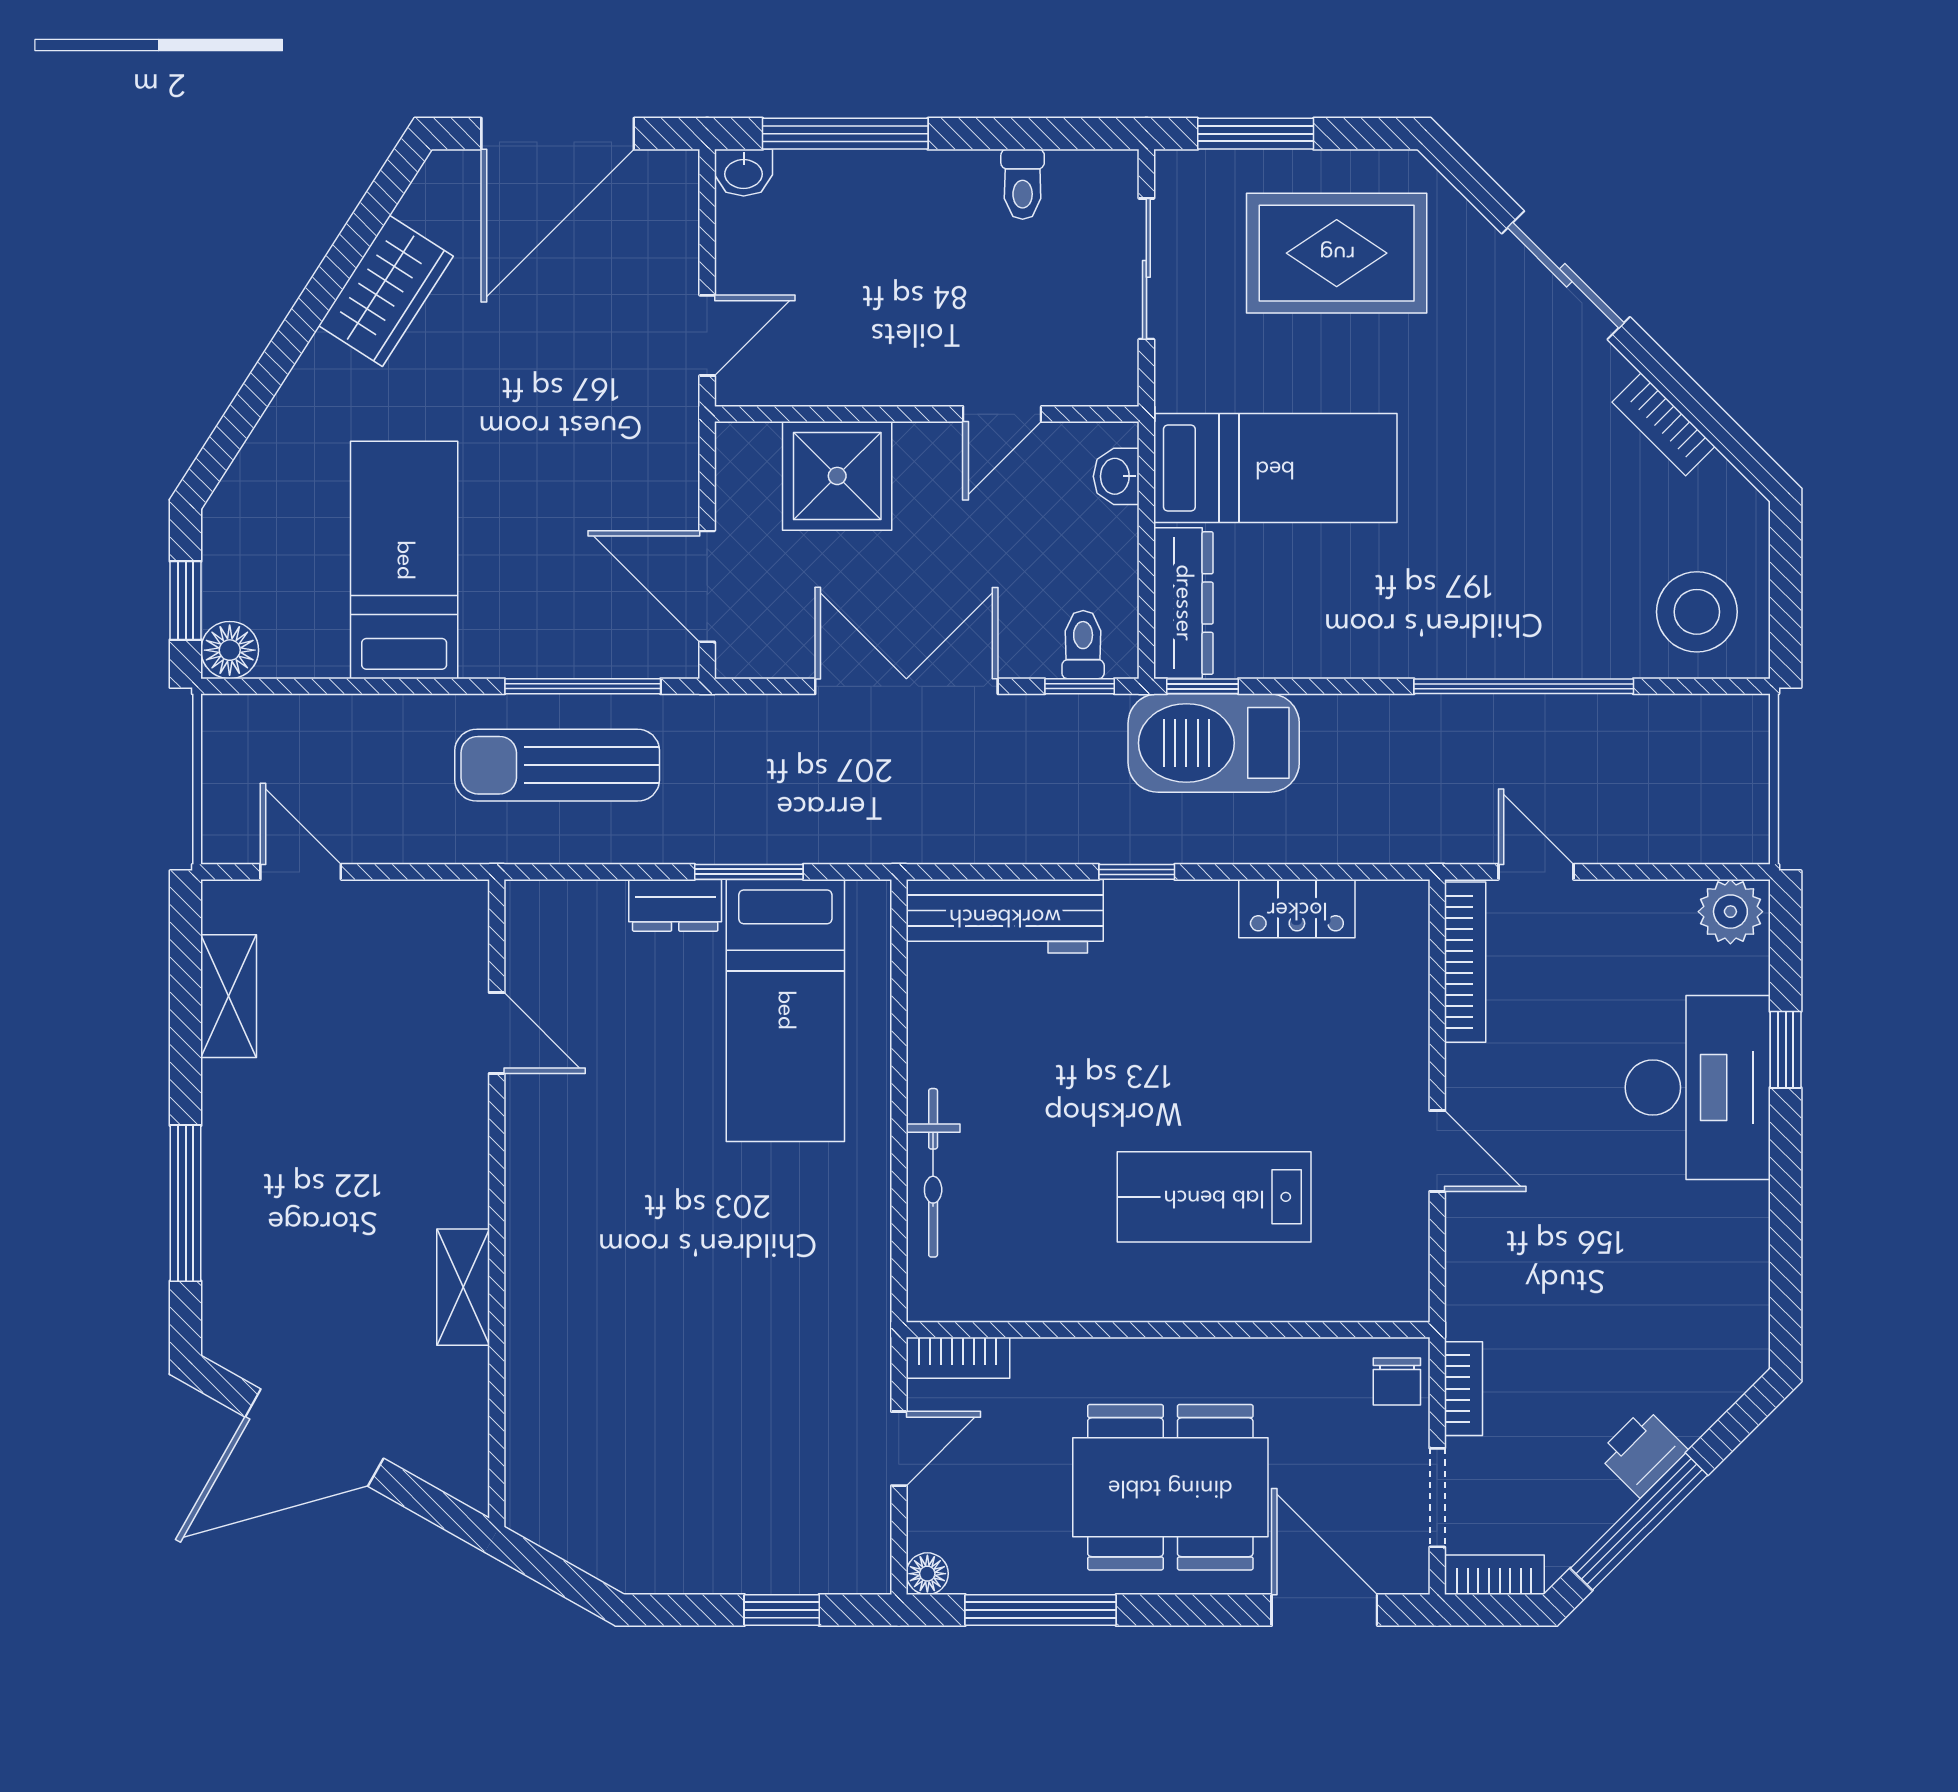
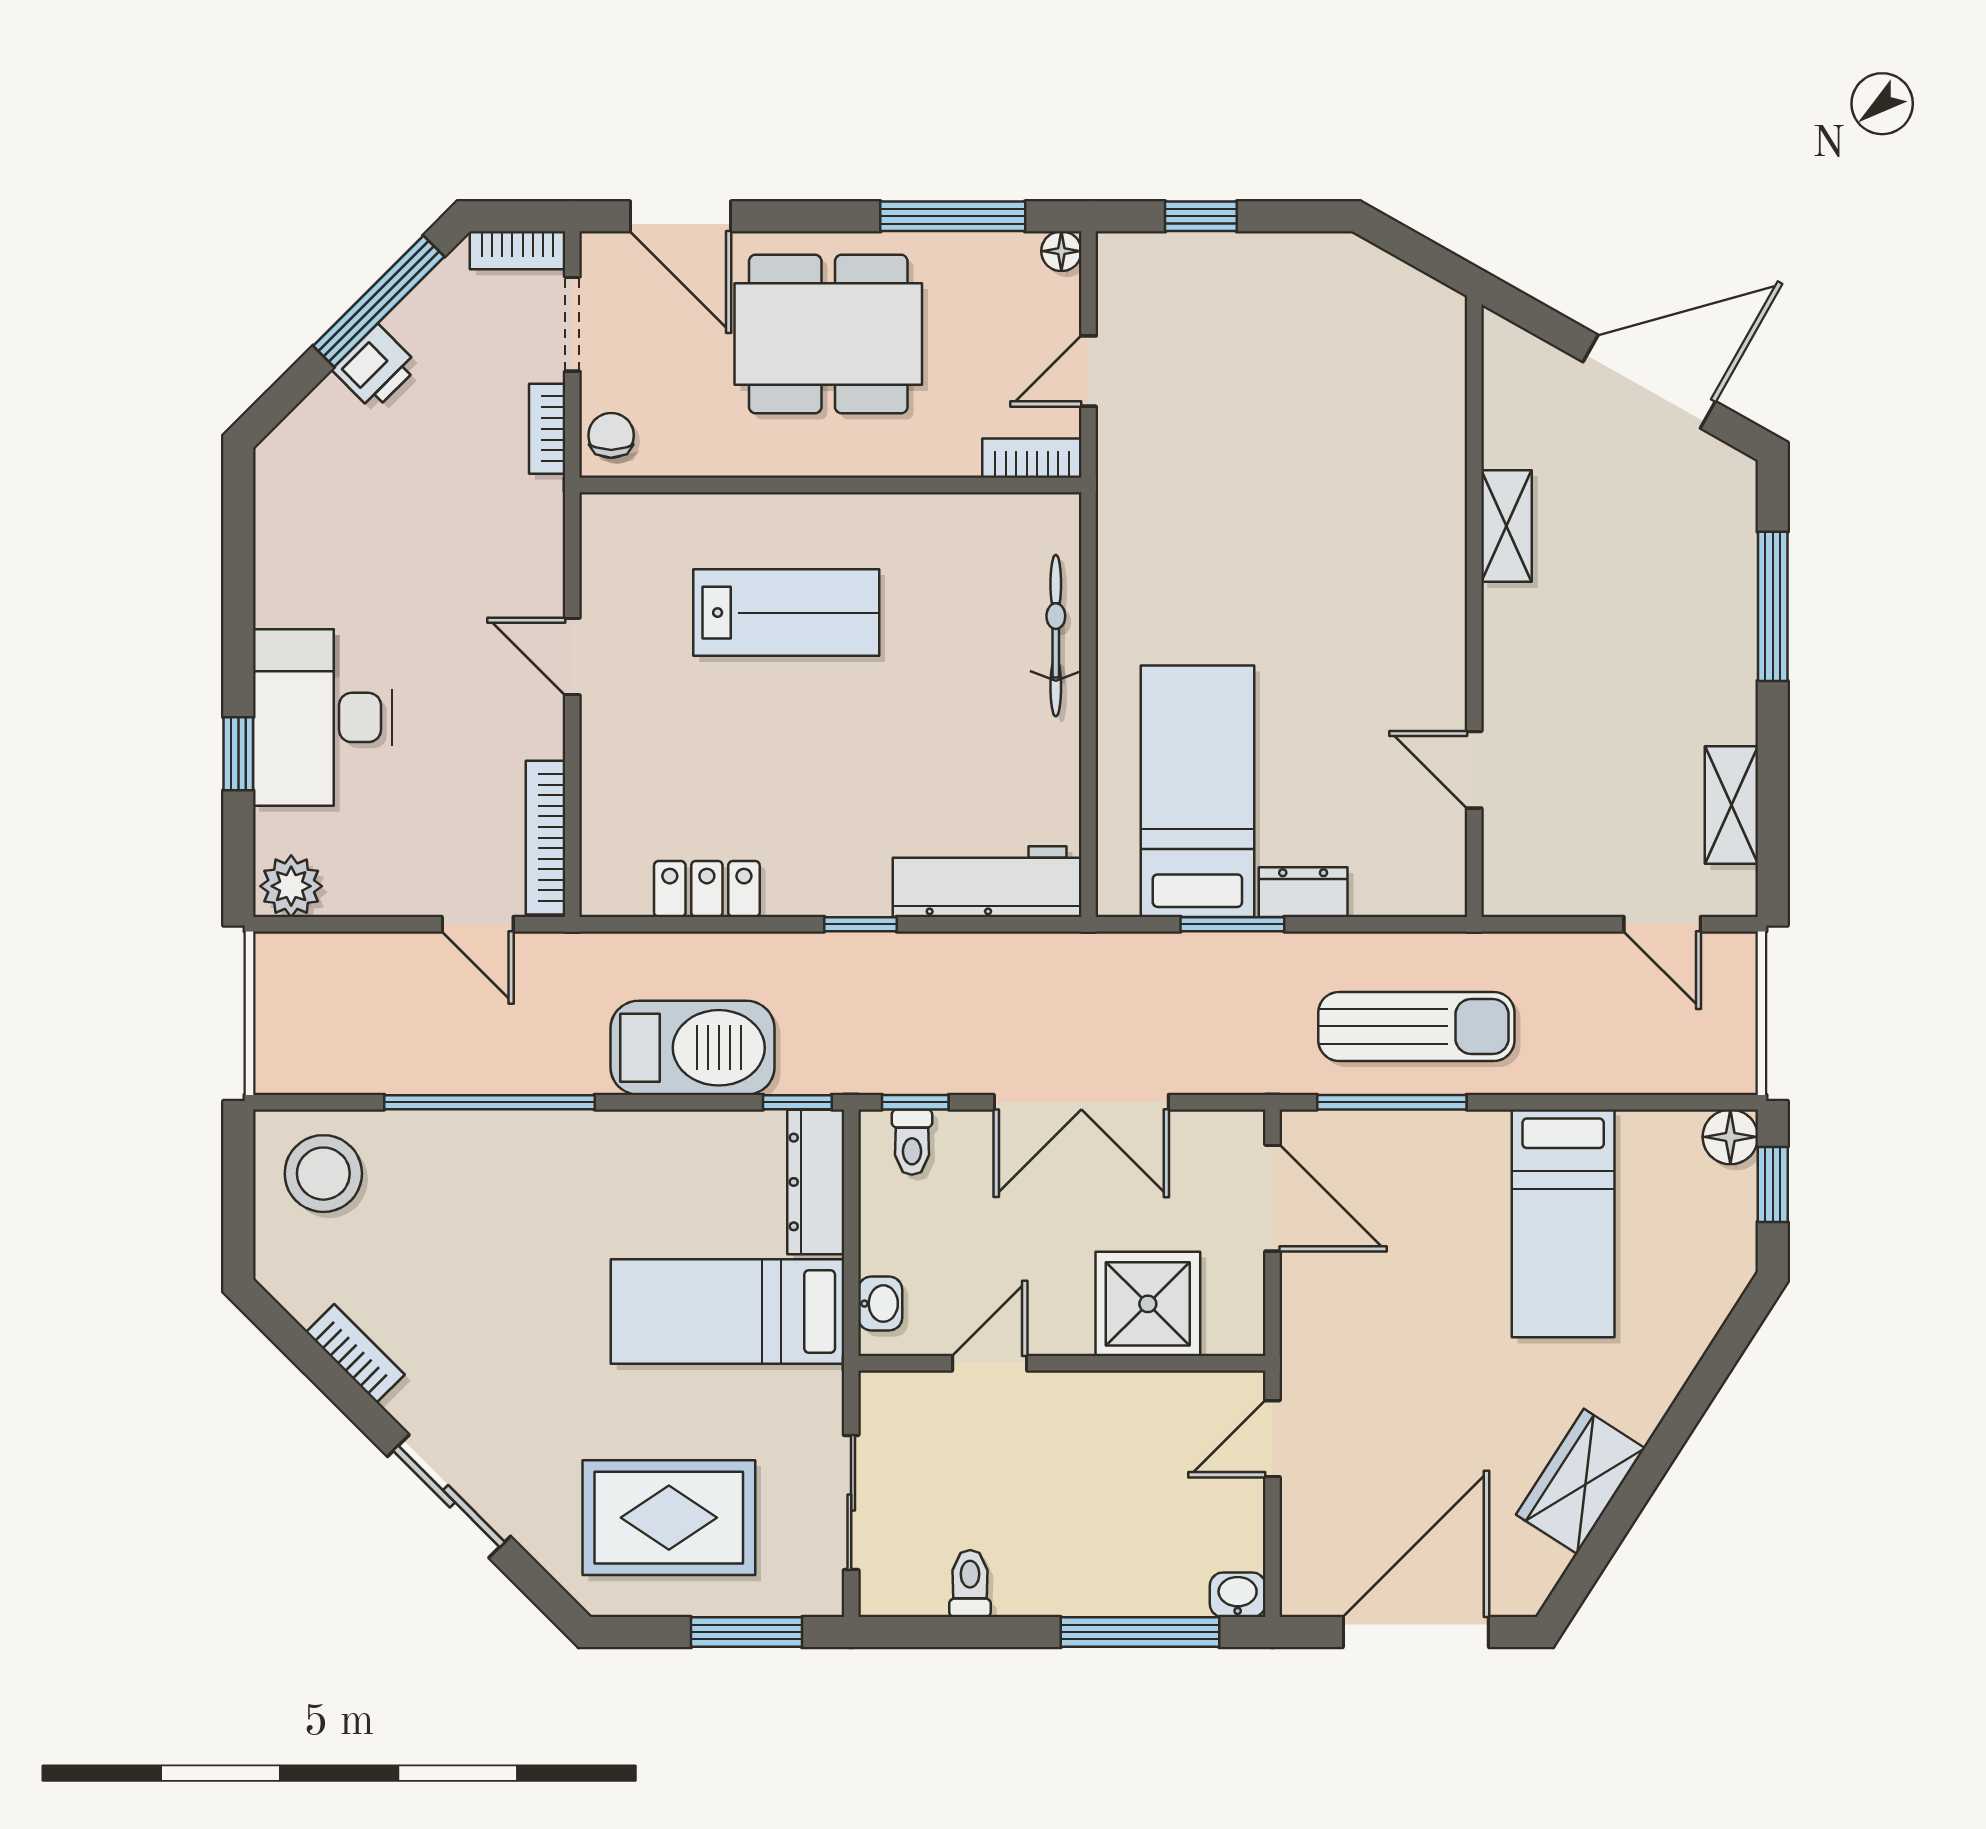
barbecue: (1214, 743) -> (693, 1048), moved

